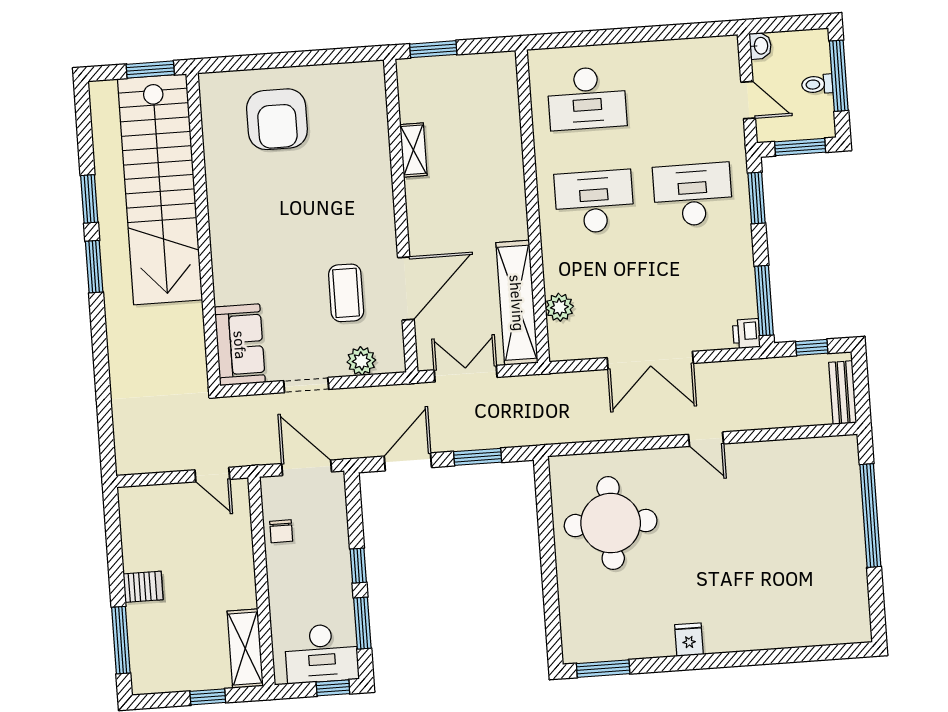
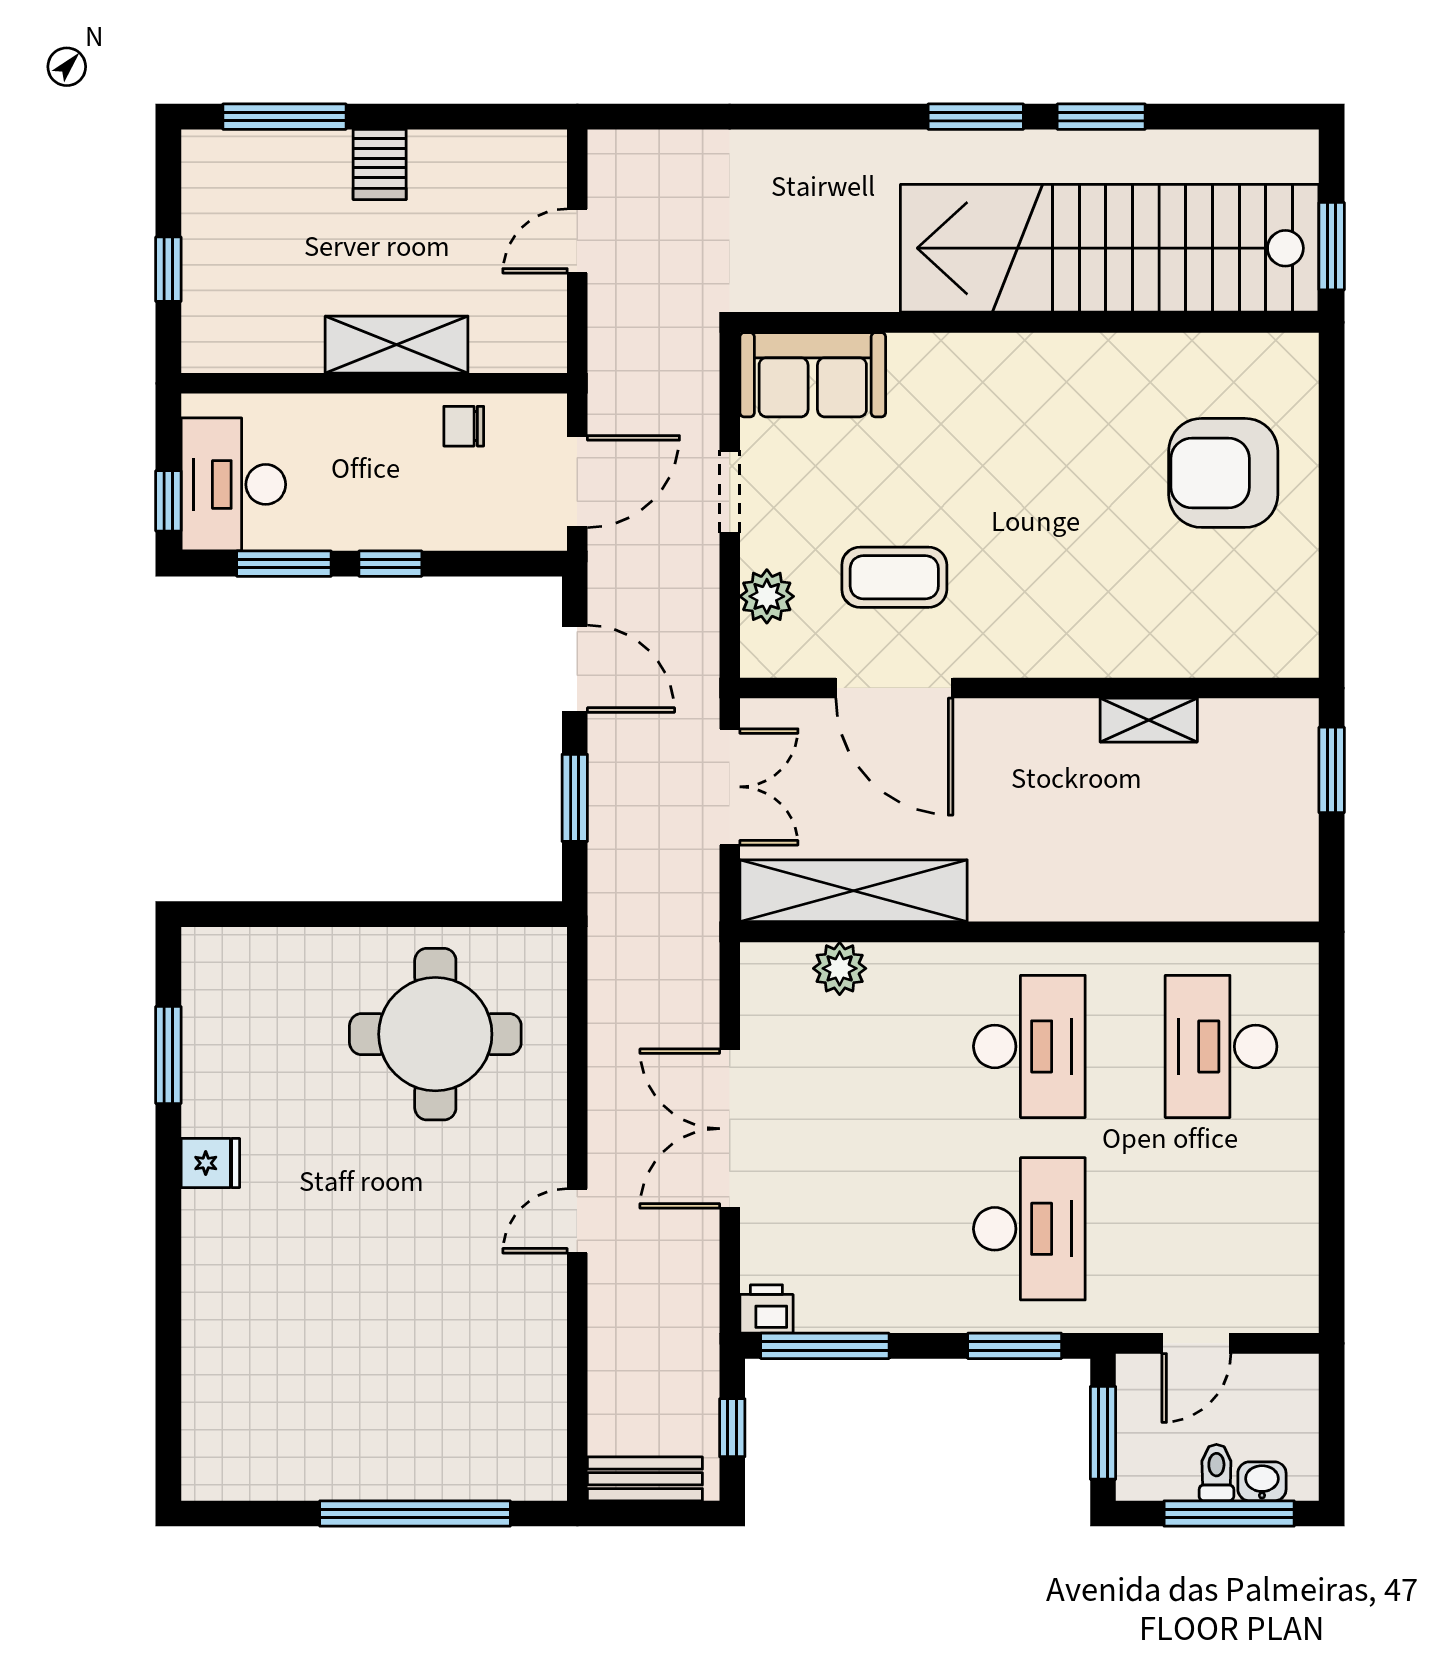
washbasin: (760, 46) -> (1262, 1481), moved, turned 180
door: (212, 475) -> (577, 241), moved
shelving: (245, 649) -> (397, 345), moved
window: (603, 669) -> (168, 1055), moved

